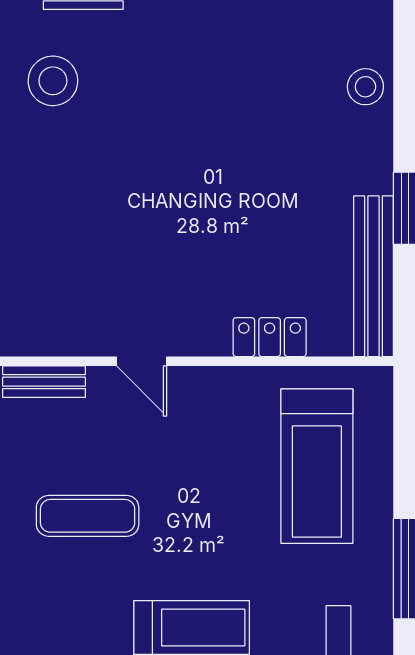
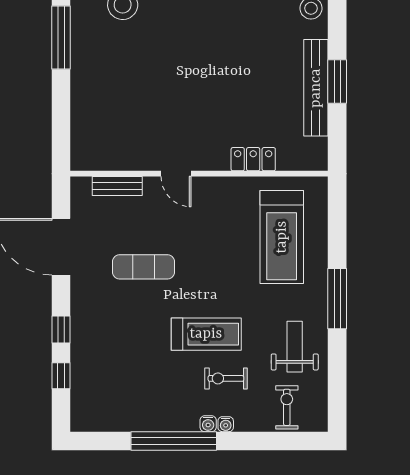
bench: (373, 276) -> (316, 88), moved

